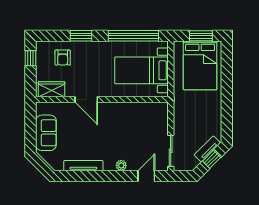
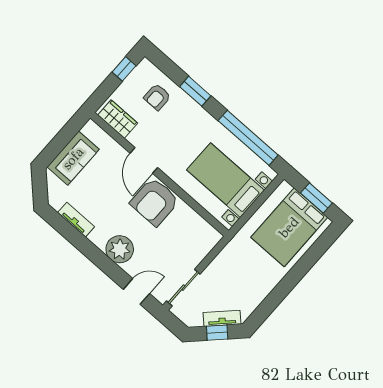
armchair: (113, 117) -> (155, 202), added
plant: (121, 165) -> (120, 249), width x1.88, depth x1.88
tv unit: (83, 166) -> (76, 220), width x0.71

